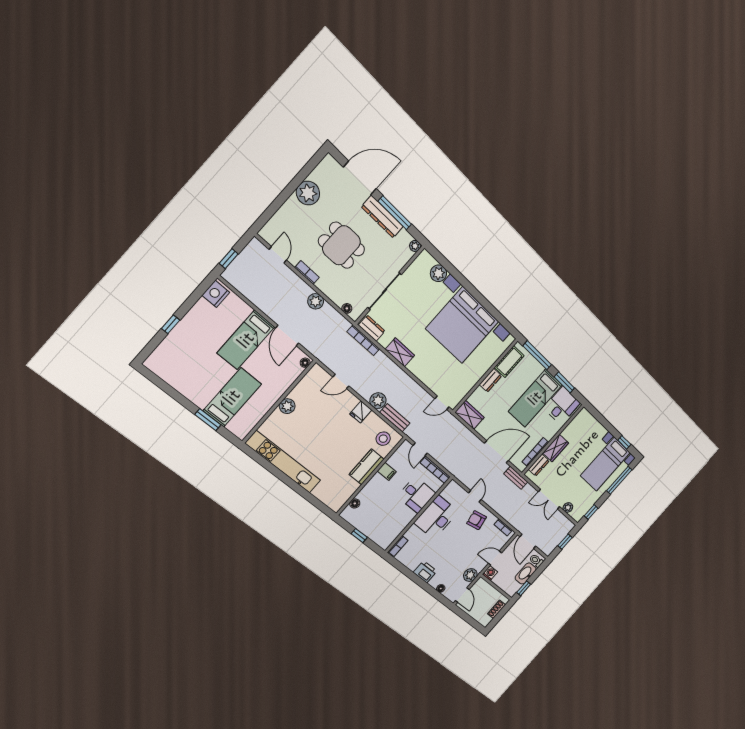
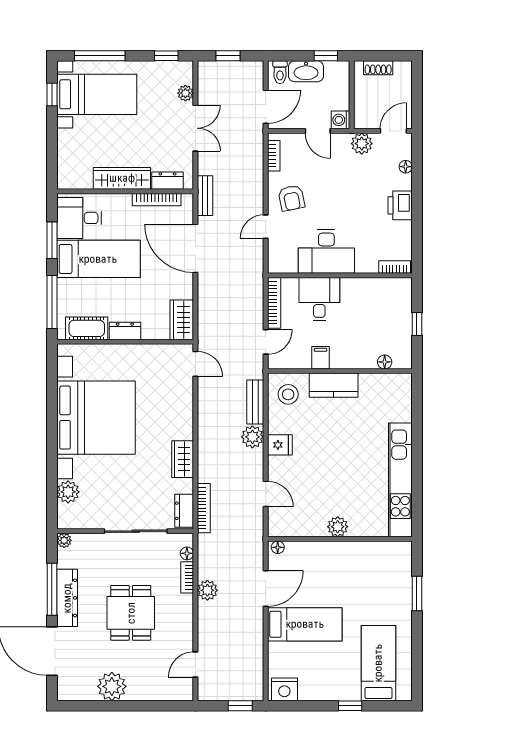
bookcase: (307, 273) -> (187, 577), moved
bed: (232, 397) -> (378, 663), moved, turned 90
wardrobe: (556, 448) -> (122, 178), width x1.50

